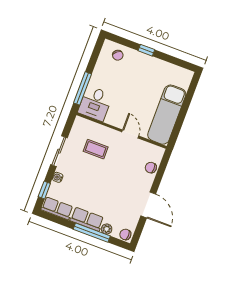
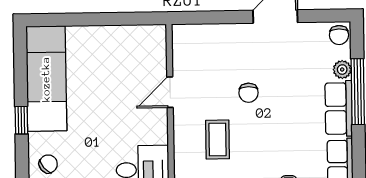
exam couch: (167, 115) -> (46, 79), moved, turned -90
chair: (151, 168) -> (248, 93), moved

